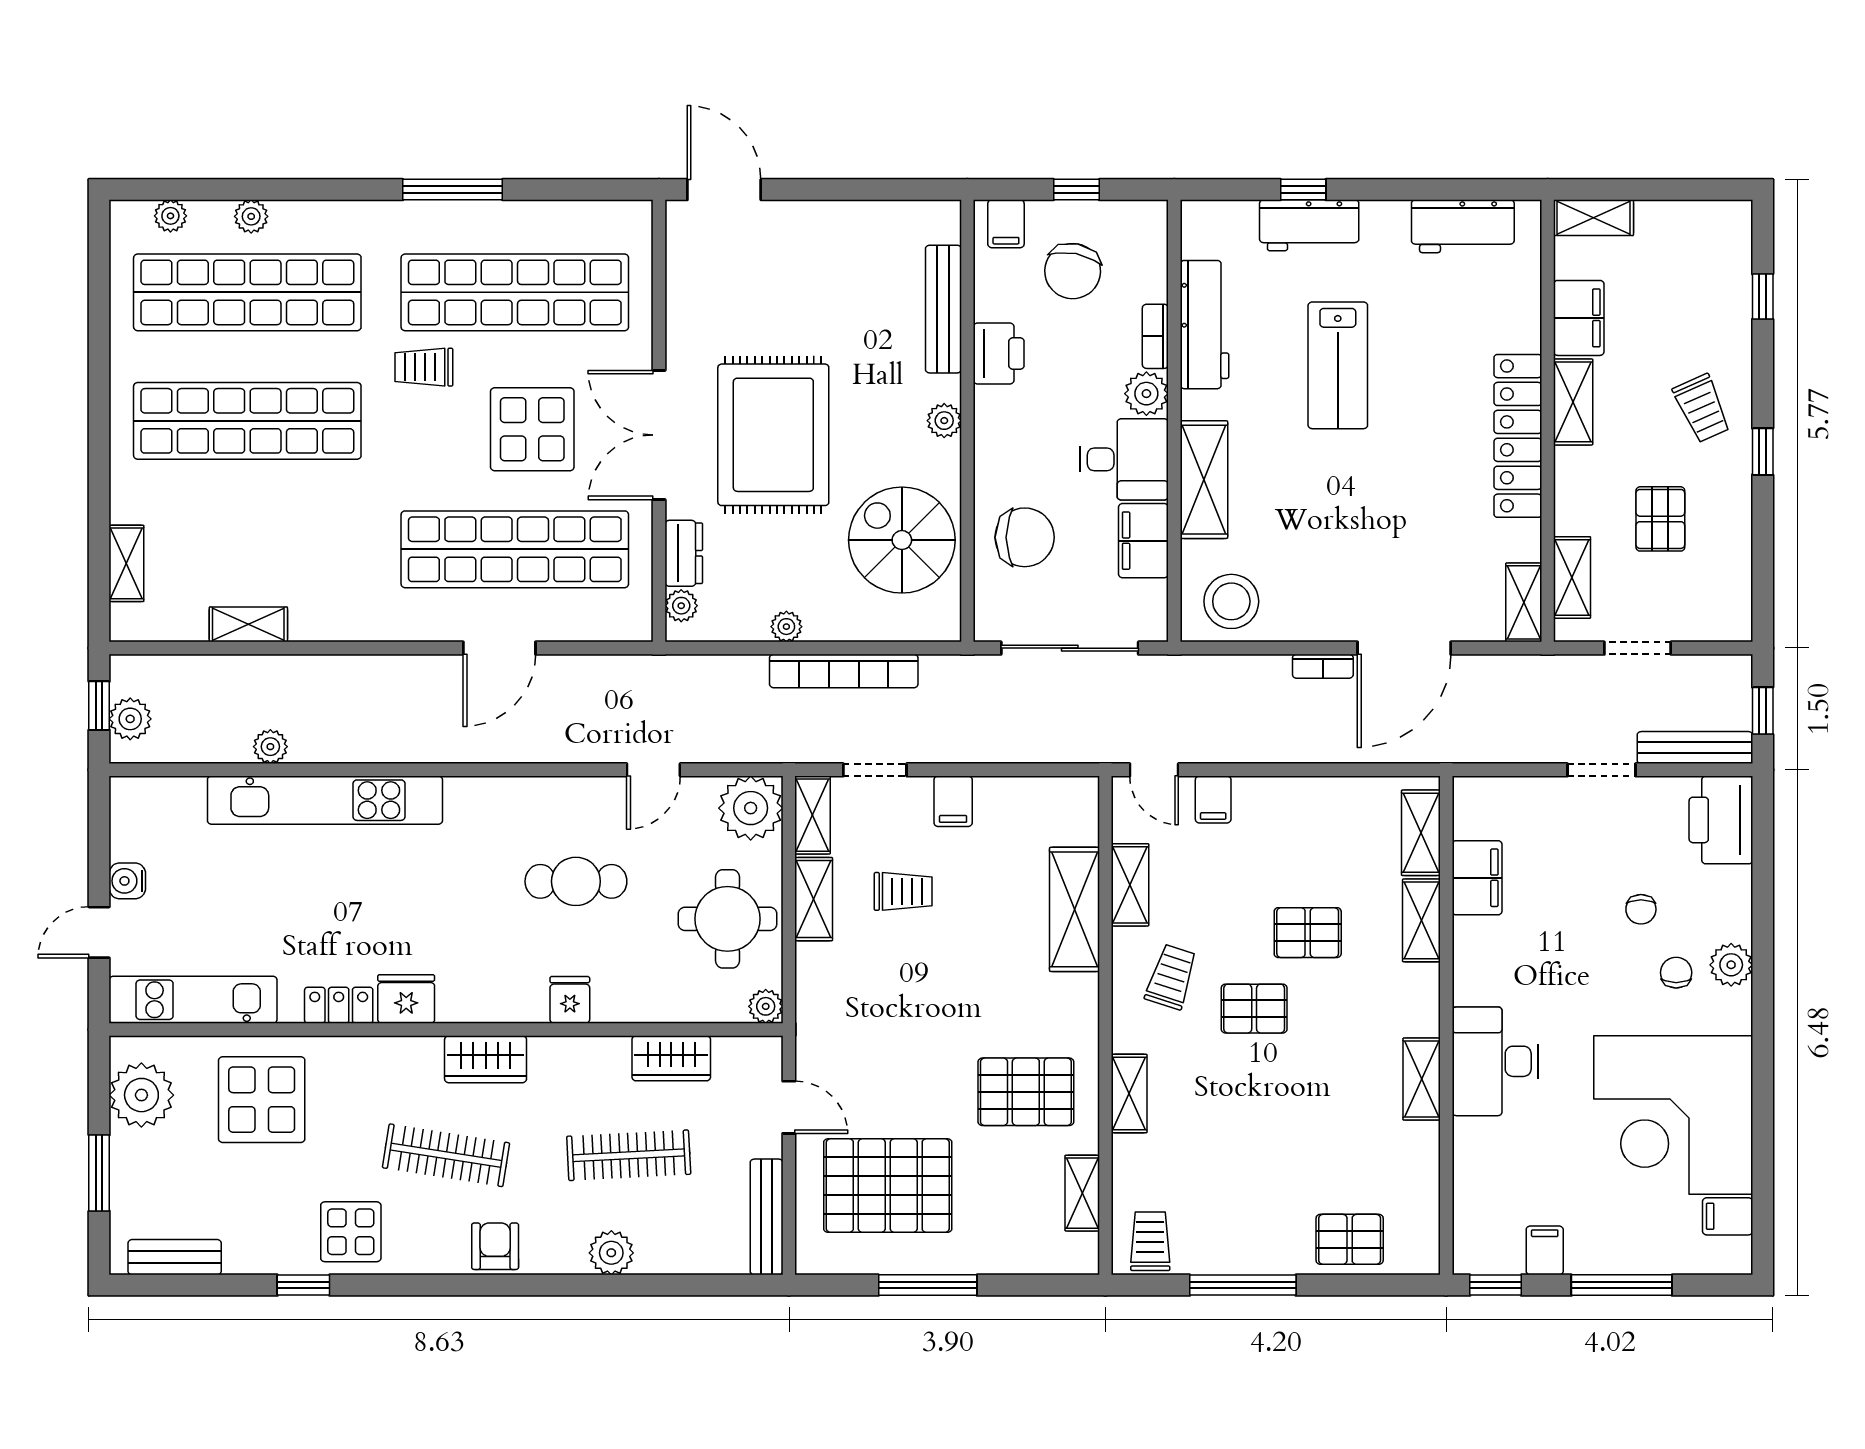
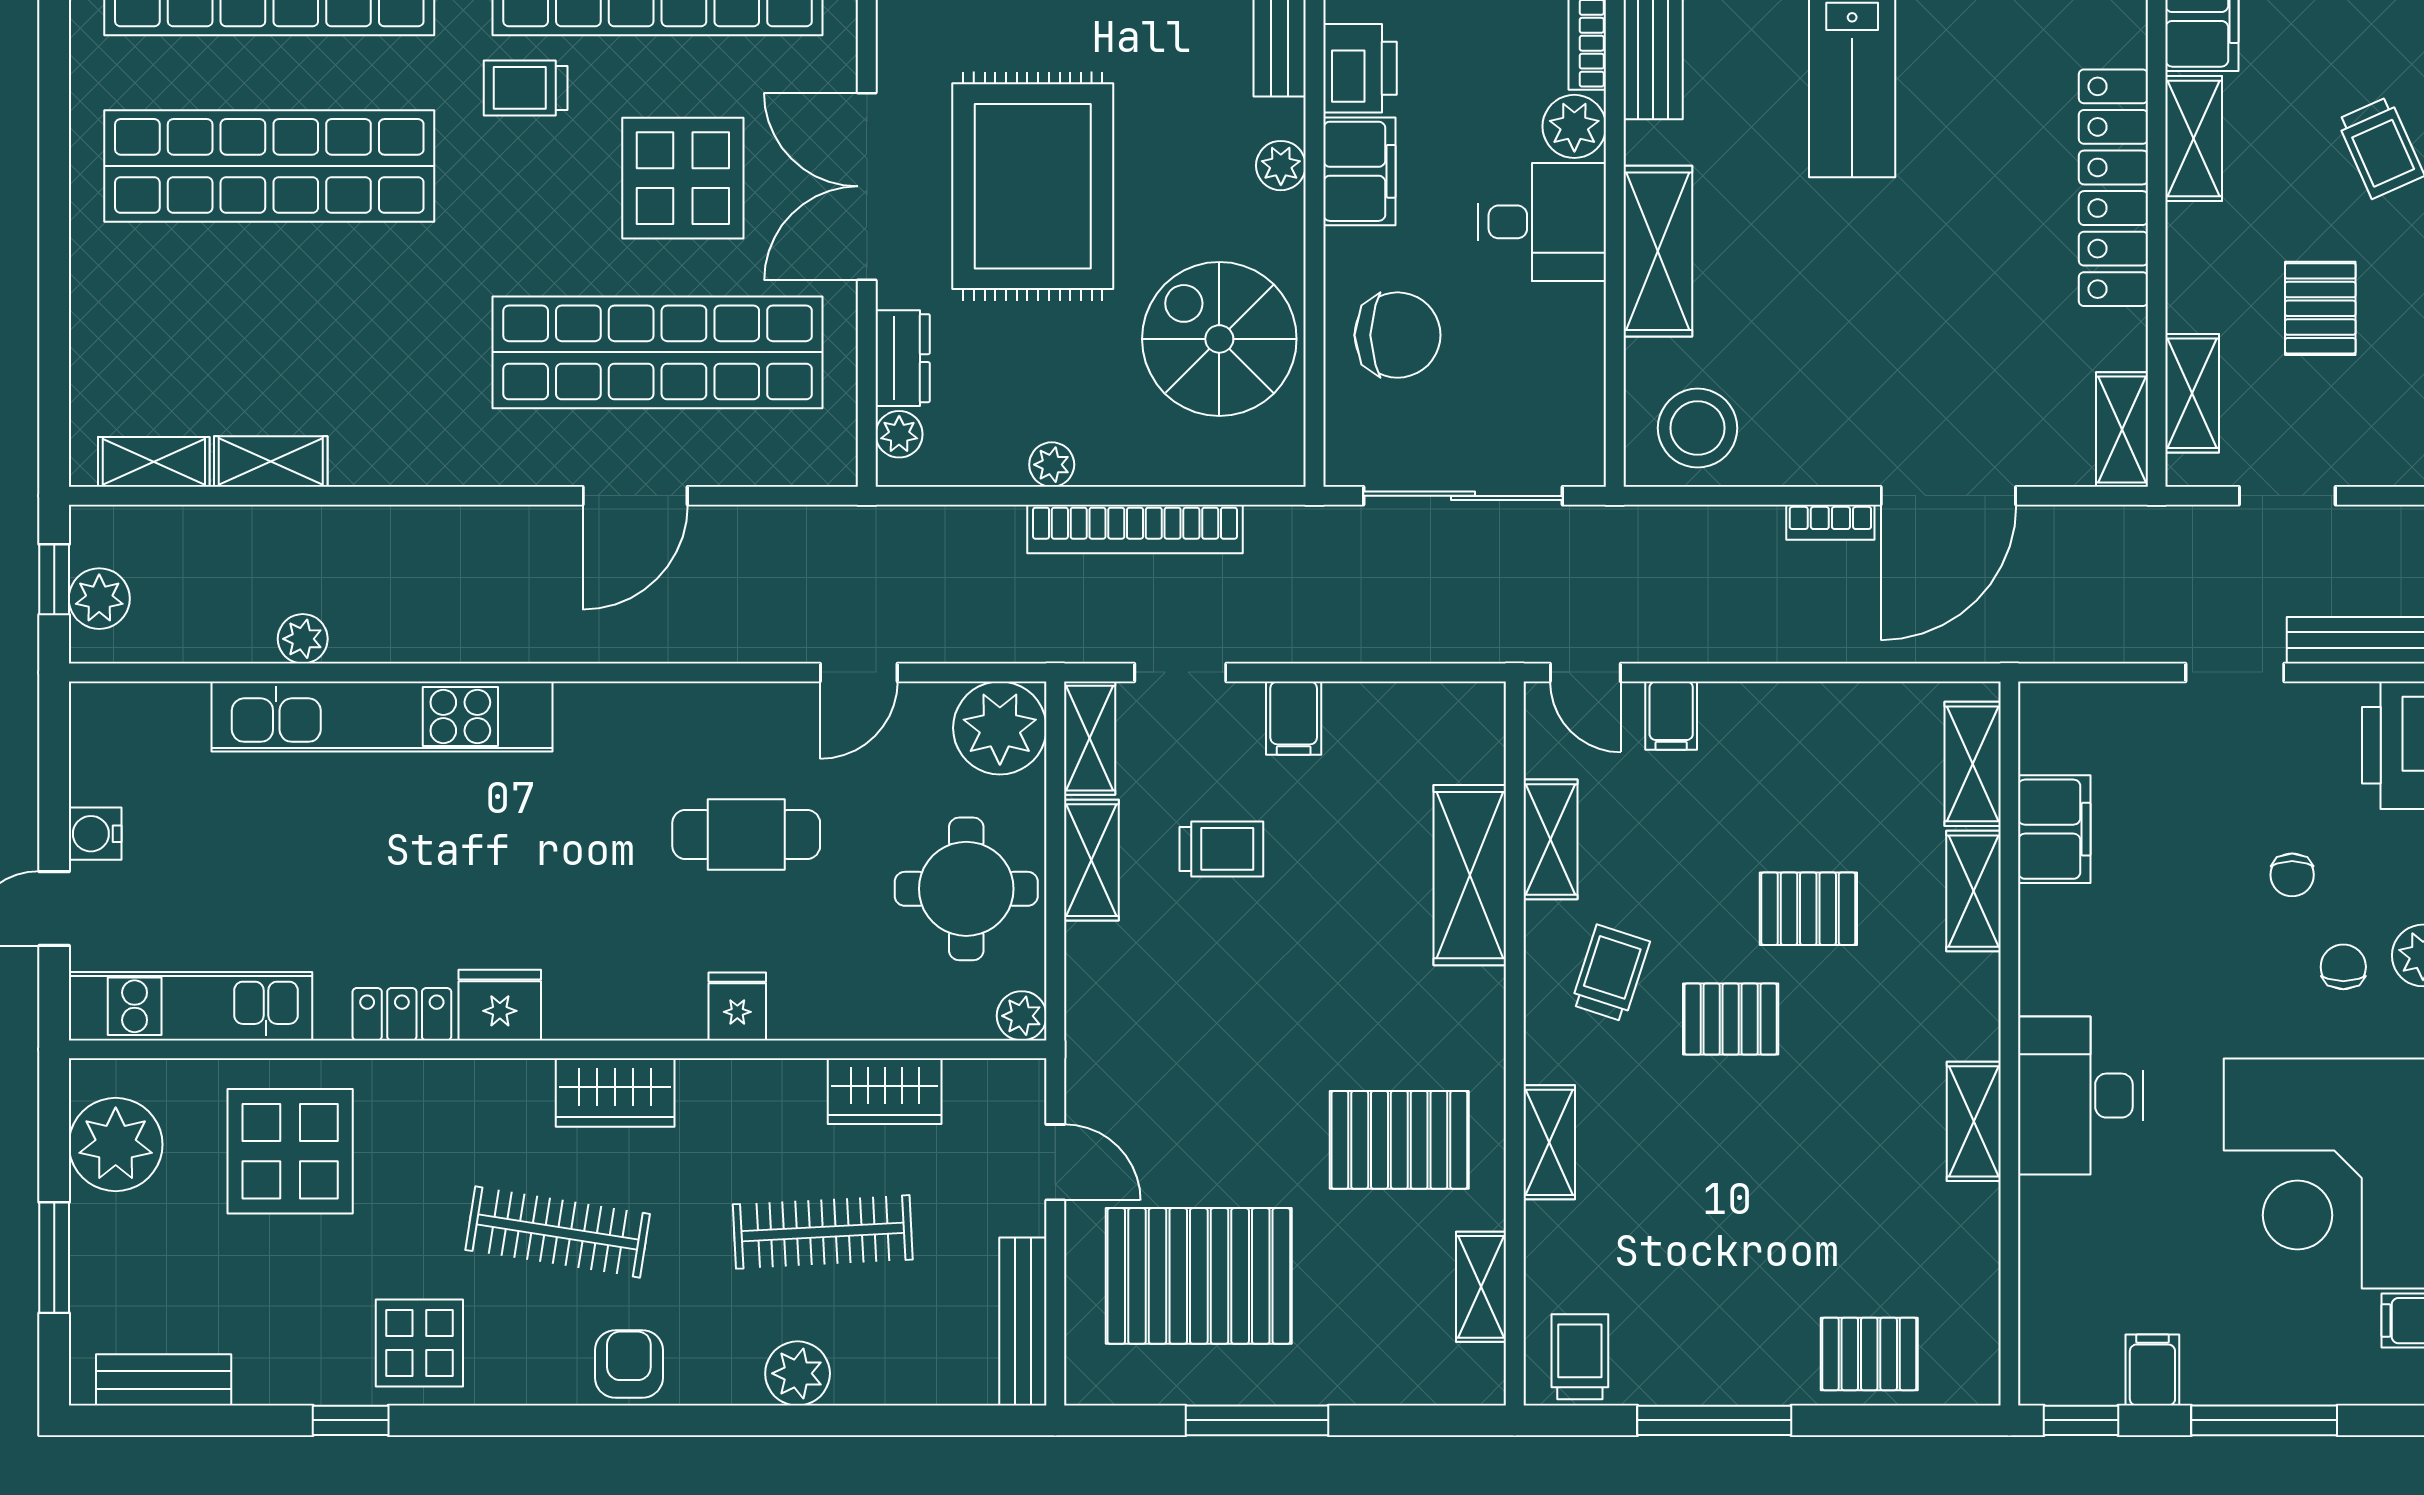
filing cabinet: (1143, 541) -> (1359, 171), moved, turned 180
shelving: (126, 563) -> (154, 462), moved, turned 90

